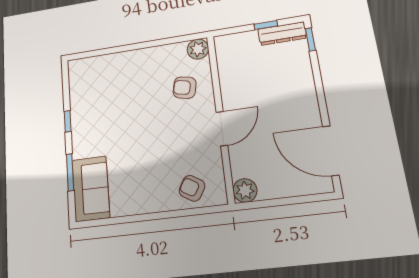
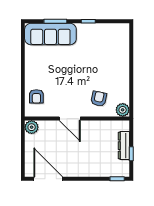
dresser: (282, 34) -> (124, 146), moved
door: (331, 151) -> (48, 179), hinge flipped
armchair: (192, 188) -> (36, 96), turned 149
sofa: (91, 189) -> (50, 34), width x1.36

